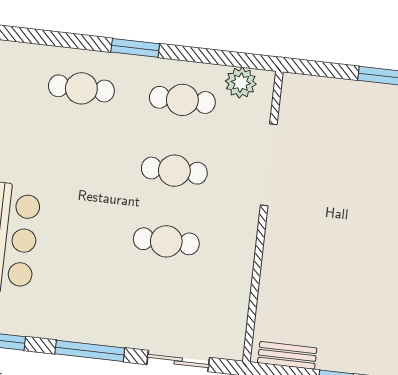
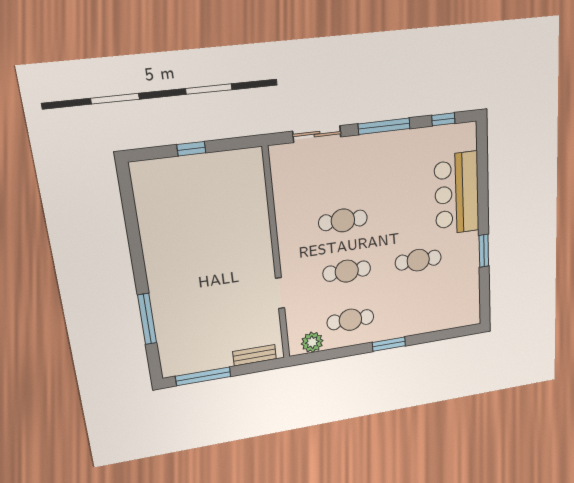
cafe table: (81, 88) -> (418, 260), moved
doorway: (269, 165) -> (280, 293), width x0.53
bench: (287, 355) -> (255, 355), moved

